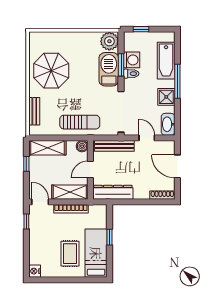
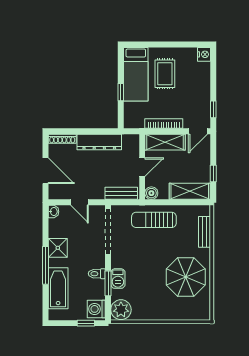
washing machine: (132, 60) -> (96, 309), moved
barbecue: (109, 69) -> (118, 279), width x0.53, depth x0.65
washbasin: (168, 124) -> (54, 212), width x0.52, depth x0.69
bench: (114, 146) -> (121, 193), width x0.73
dresser: (113, 192) -> (99, 142), moved
door: (40, 202) -> (198, 131), hinge flipped

